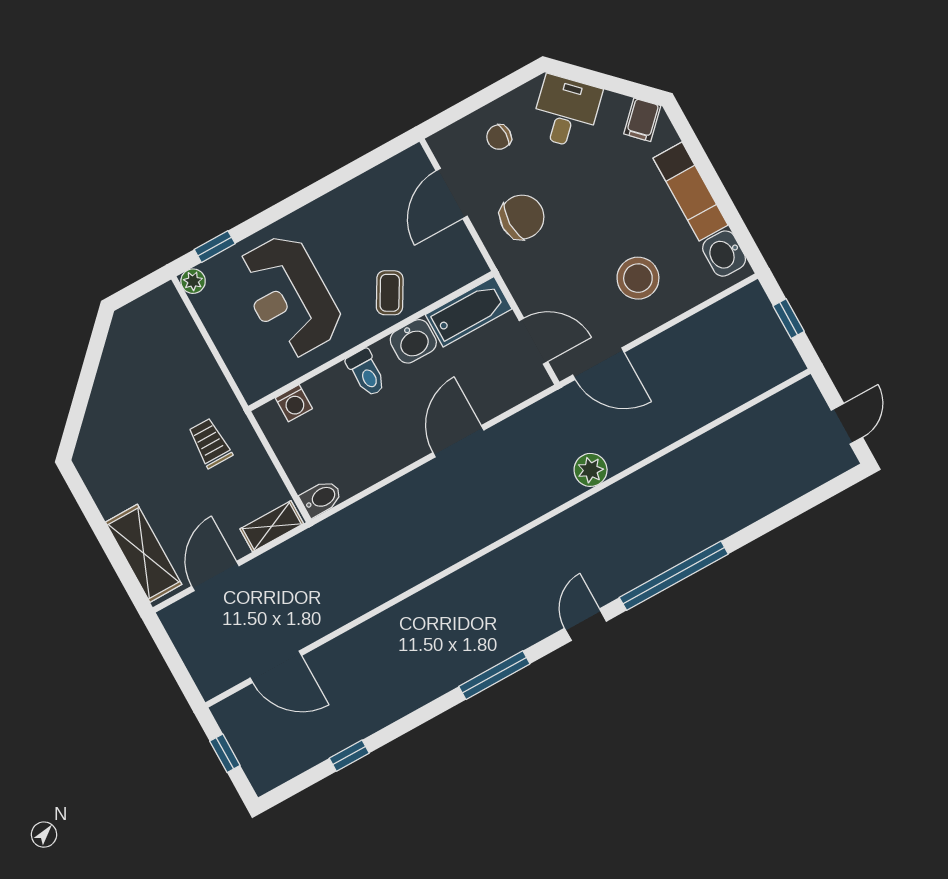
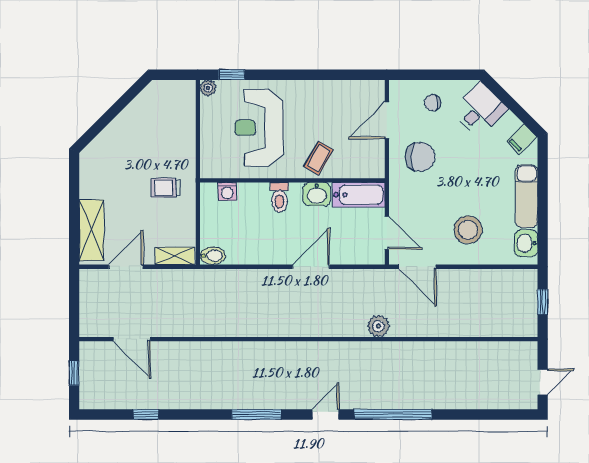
trolley: (210, 443) -> (166, 188), turned -90

